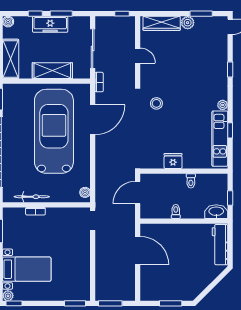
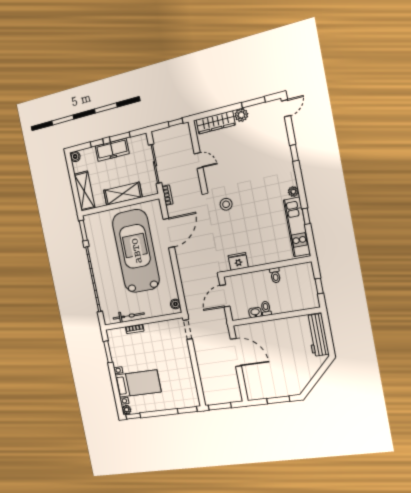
fridge: (173, 161) -> (238, 261), moved
washbasin: (216, 212) -> (255, 312), moved, width x0.52, depth x0.69

